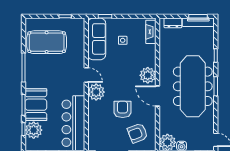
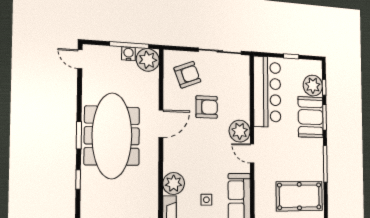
plant: (148, 75) -> (174, 183), moved
door: (157, 96) -> (161, 124), hinge flipped
armchair: (123, 109) -> (207, 107), turned -90

